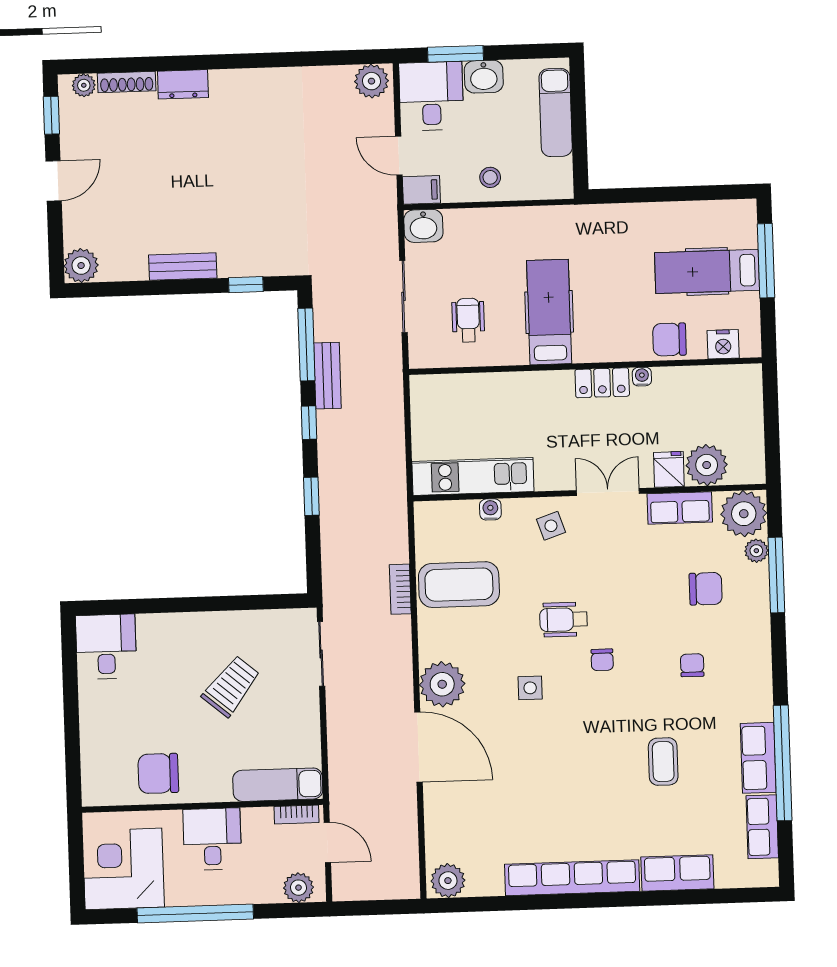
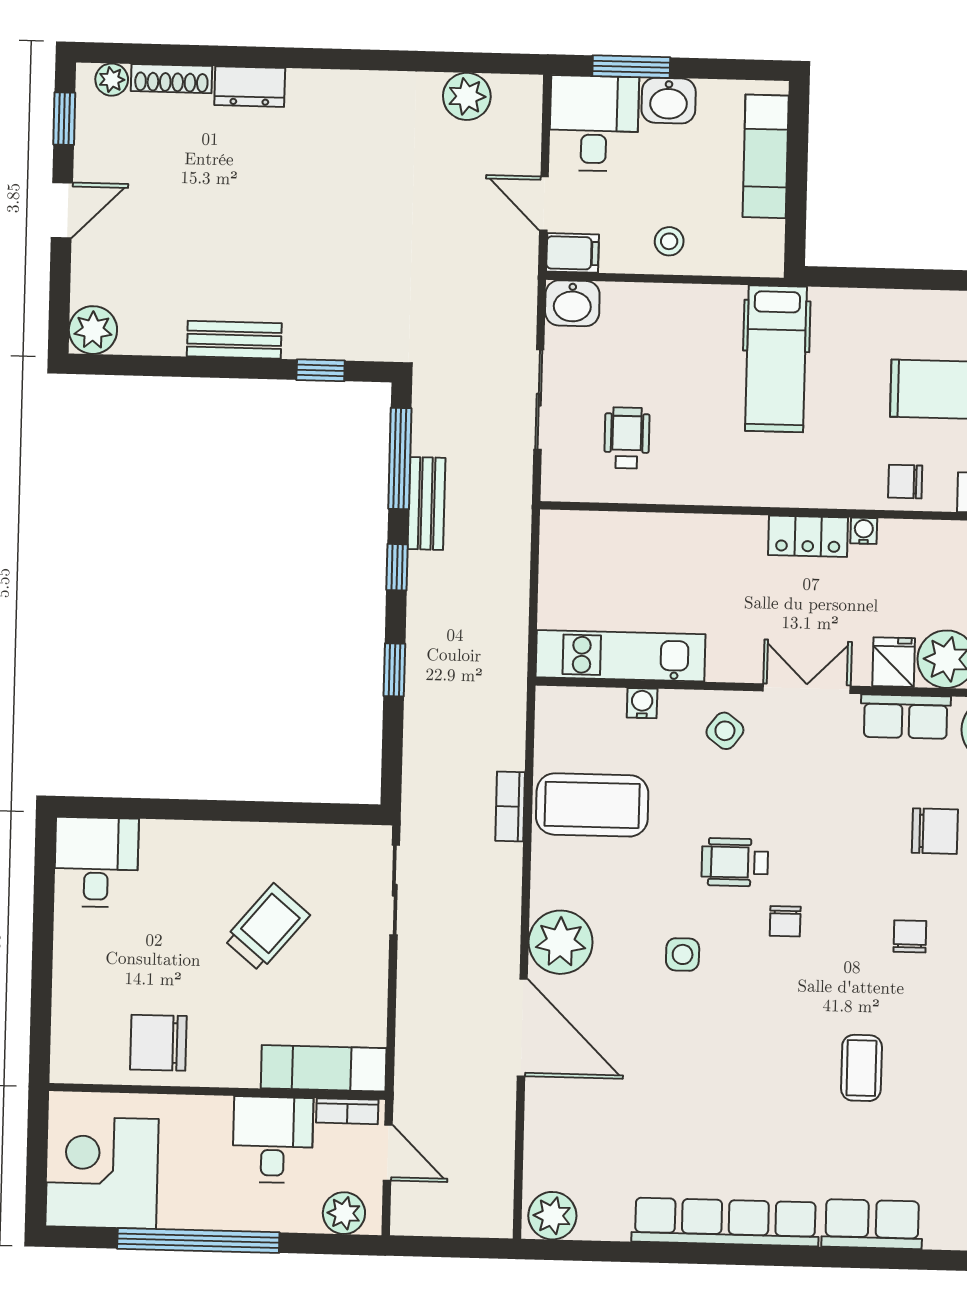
plant: (372, 81) -> (467, 96), moved
hospital bed: (549, 312) -> (776, 359), moved, turned 180
chair: (669, 339) -> (905, 482), width x0.73, depth x0.73
side table: (551, 526) -> (725, 731), turned -34
desk: (212, 839) -> (273, 1140), moved

